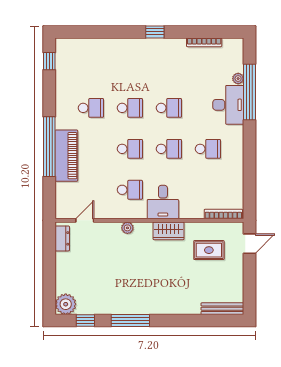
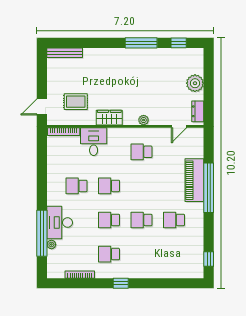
school desk: (130, 149) -> (109, 254), moved
desk: (163, 202) -> (94, 142), moved
plant: (66, 304) -> (195, 83), moved

